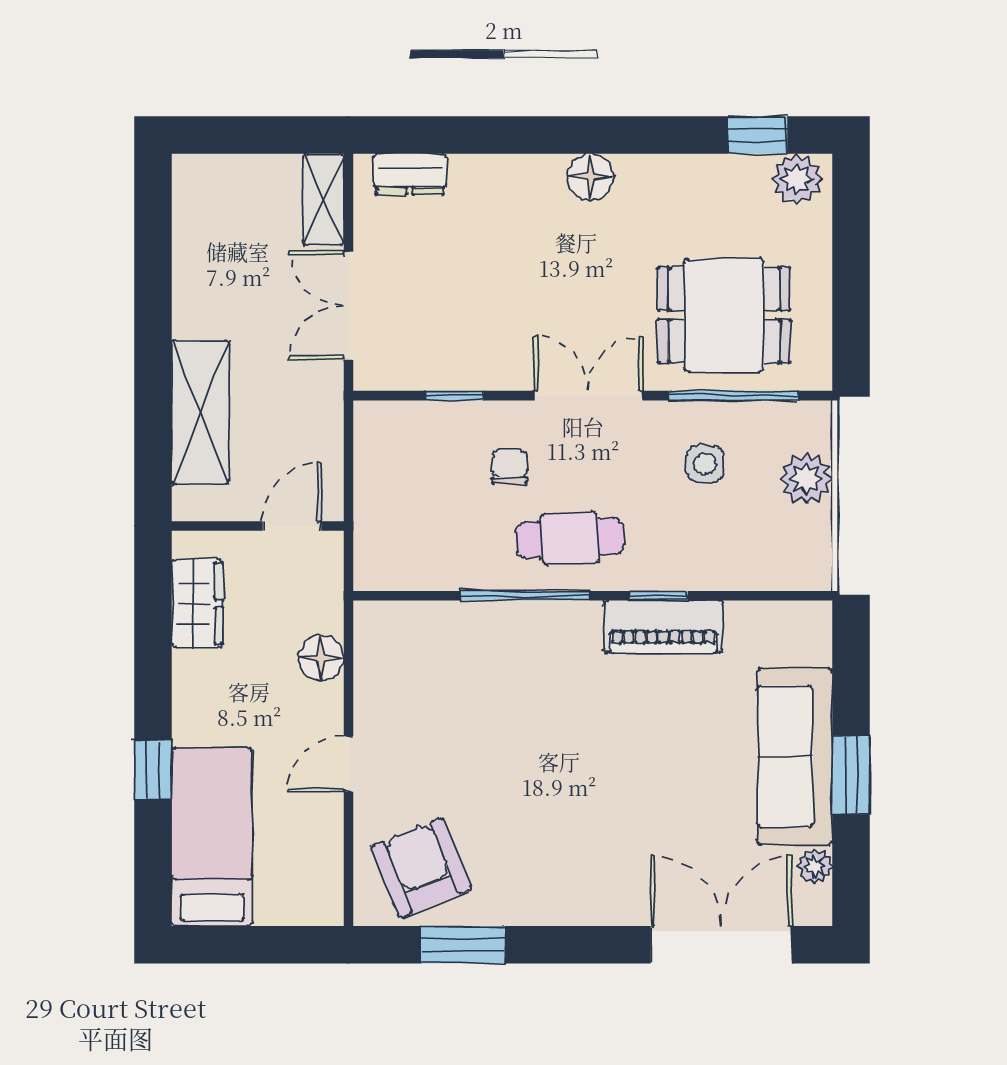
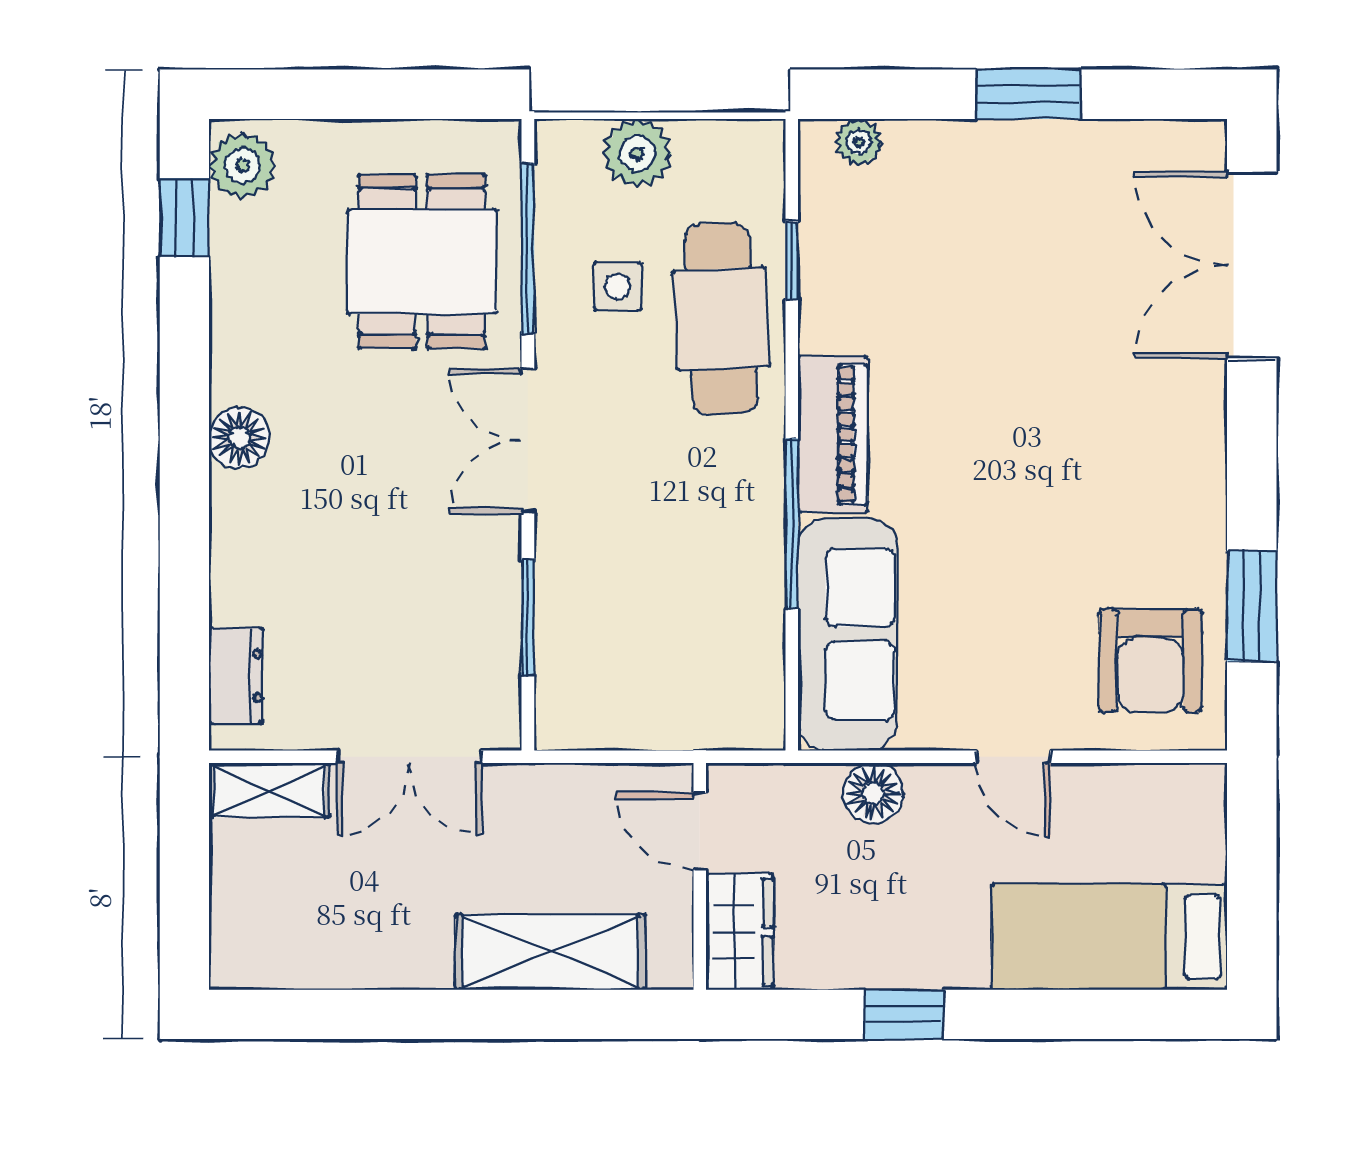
window: (454, 396) -> (528, 617), width x1.50
chair: (509, 467) -> (622, 545), removed
cafe table: (570, 538) -> (721, 319), moved, width x1.37, depth x1.35
window: (659, 596) -> (792, 260), moved
wardrobe: (197, 603) -> (740, 932), moved, turned 90
piano: (663, 627) -> (833, 435), moved
sofa: (795, 756) -> (847, 634), moved, turned -90
window: (153, 770) -> (904, 1014), moved
plant: (815, 866) -> (859, 142), moved
armchair: (421, 868) -> (1150, 661), turned -68

